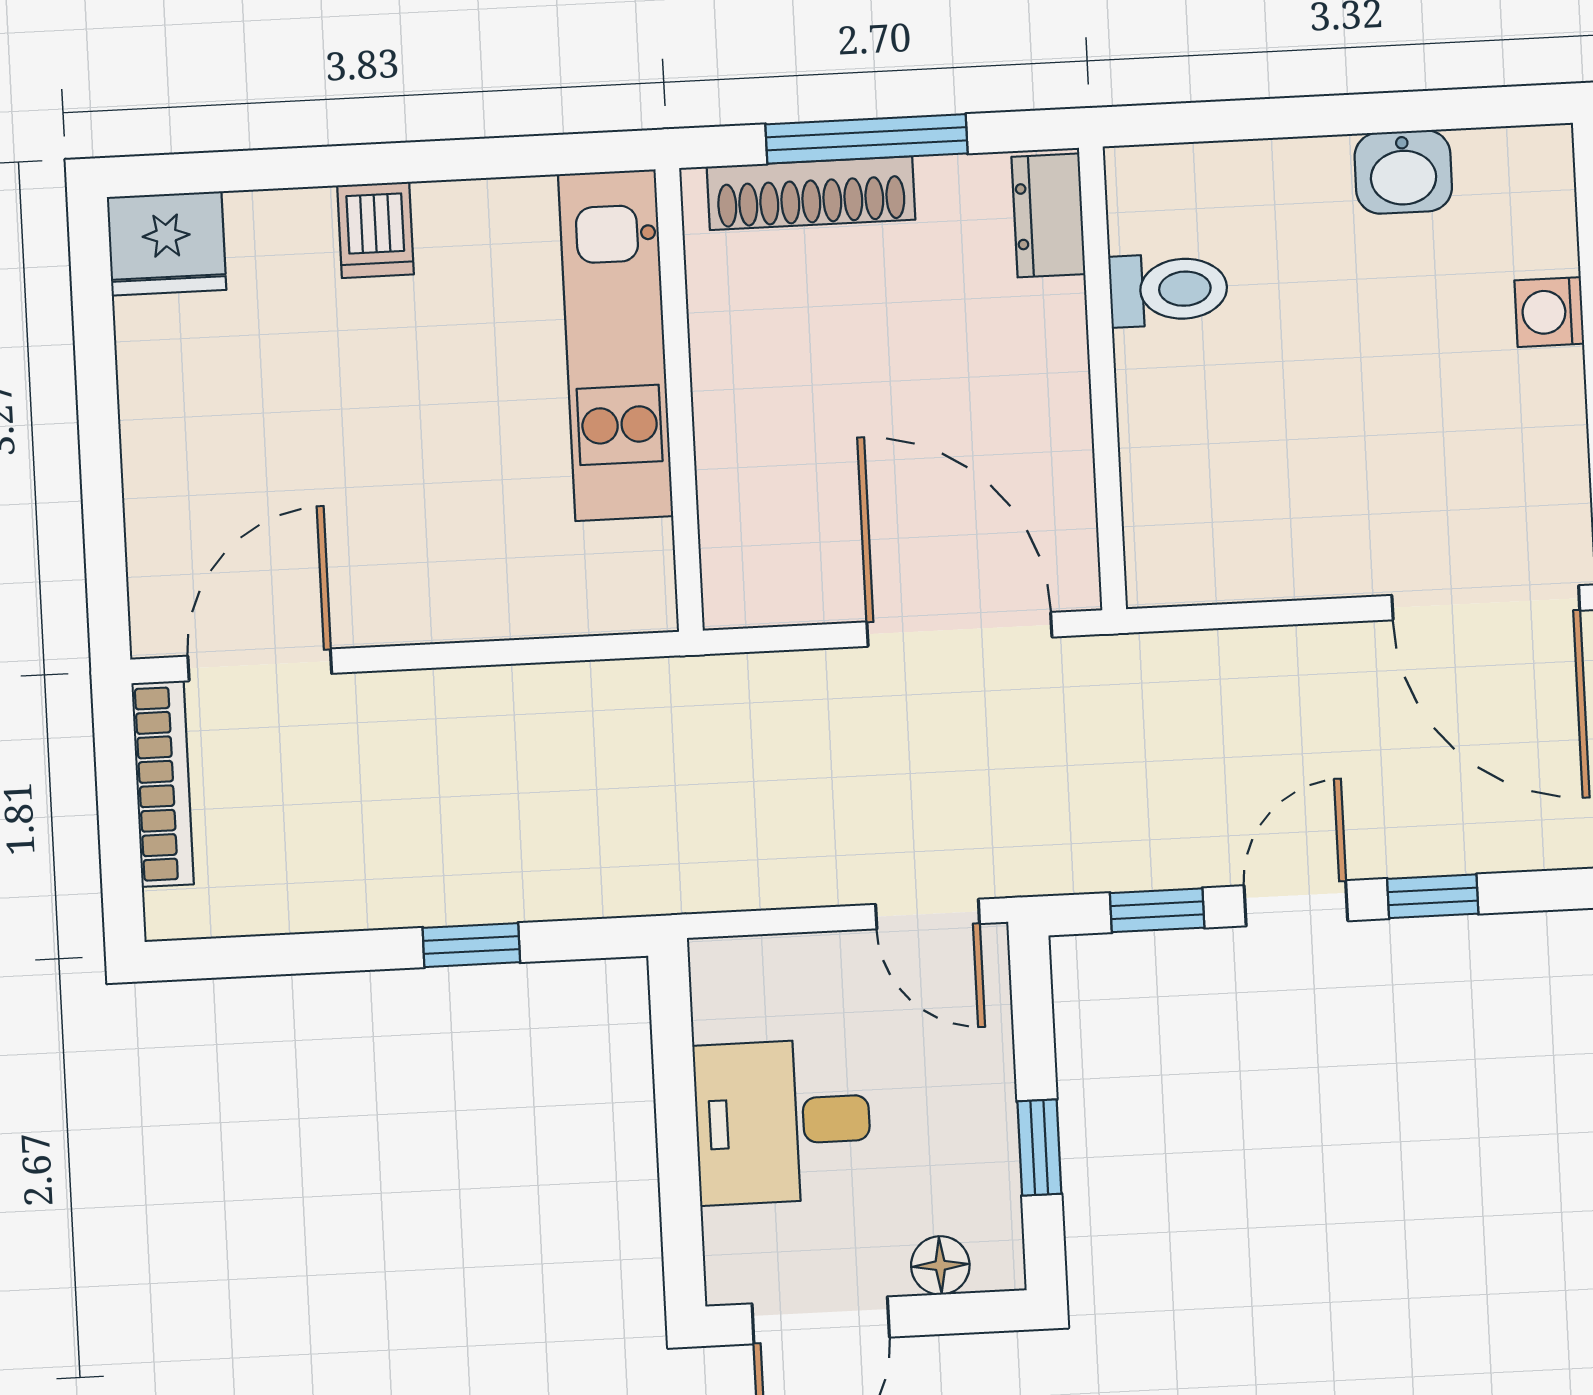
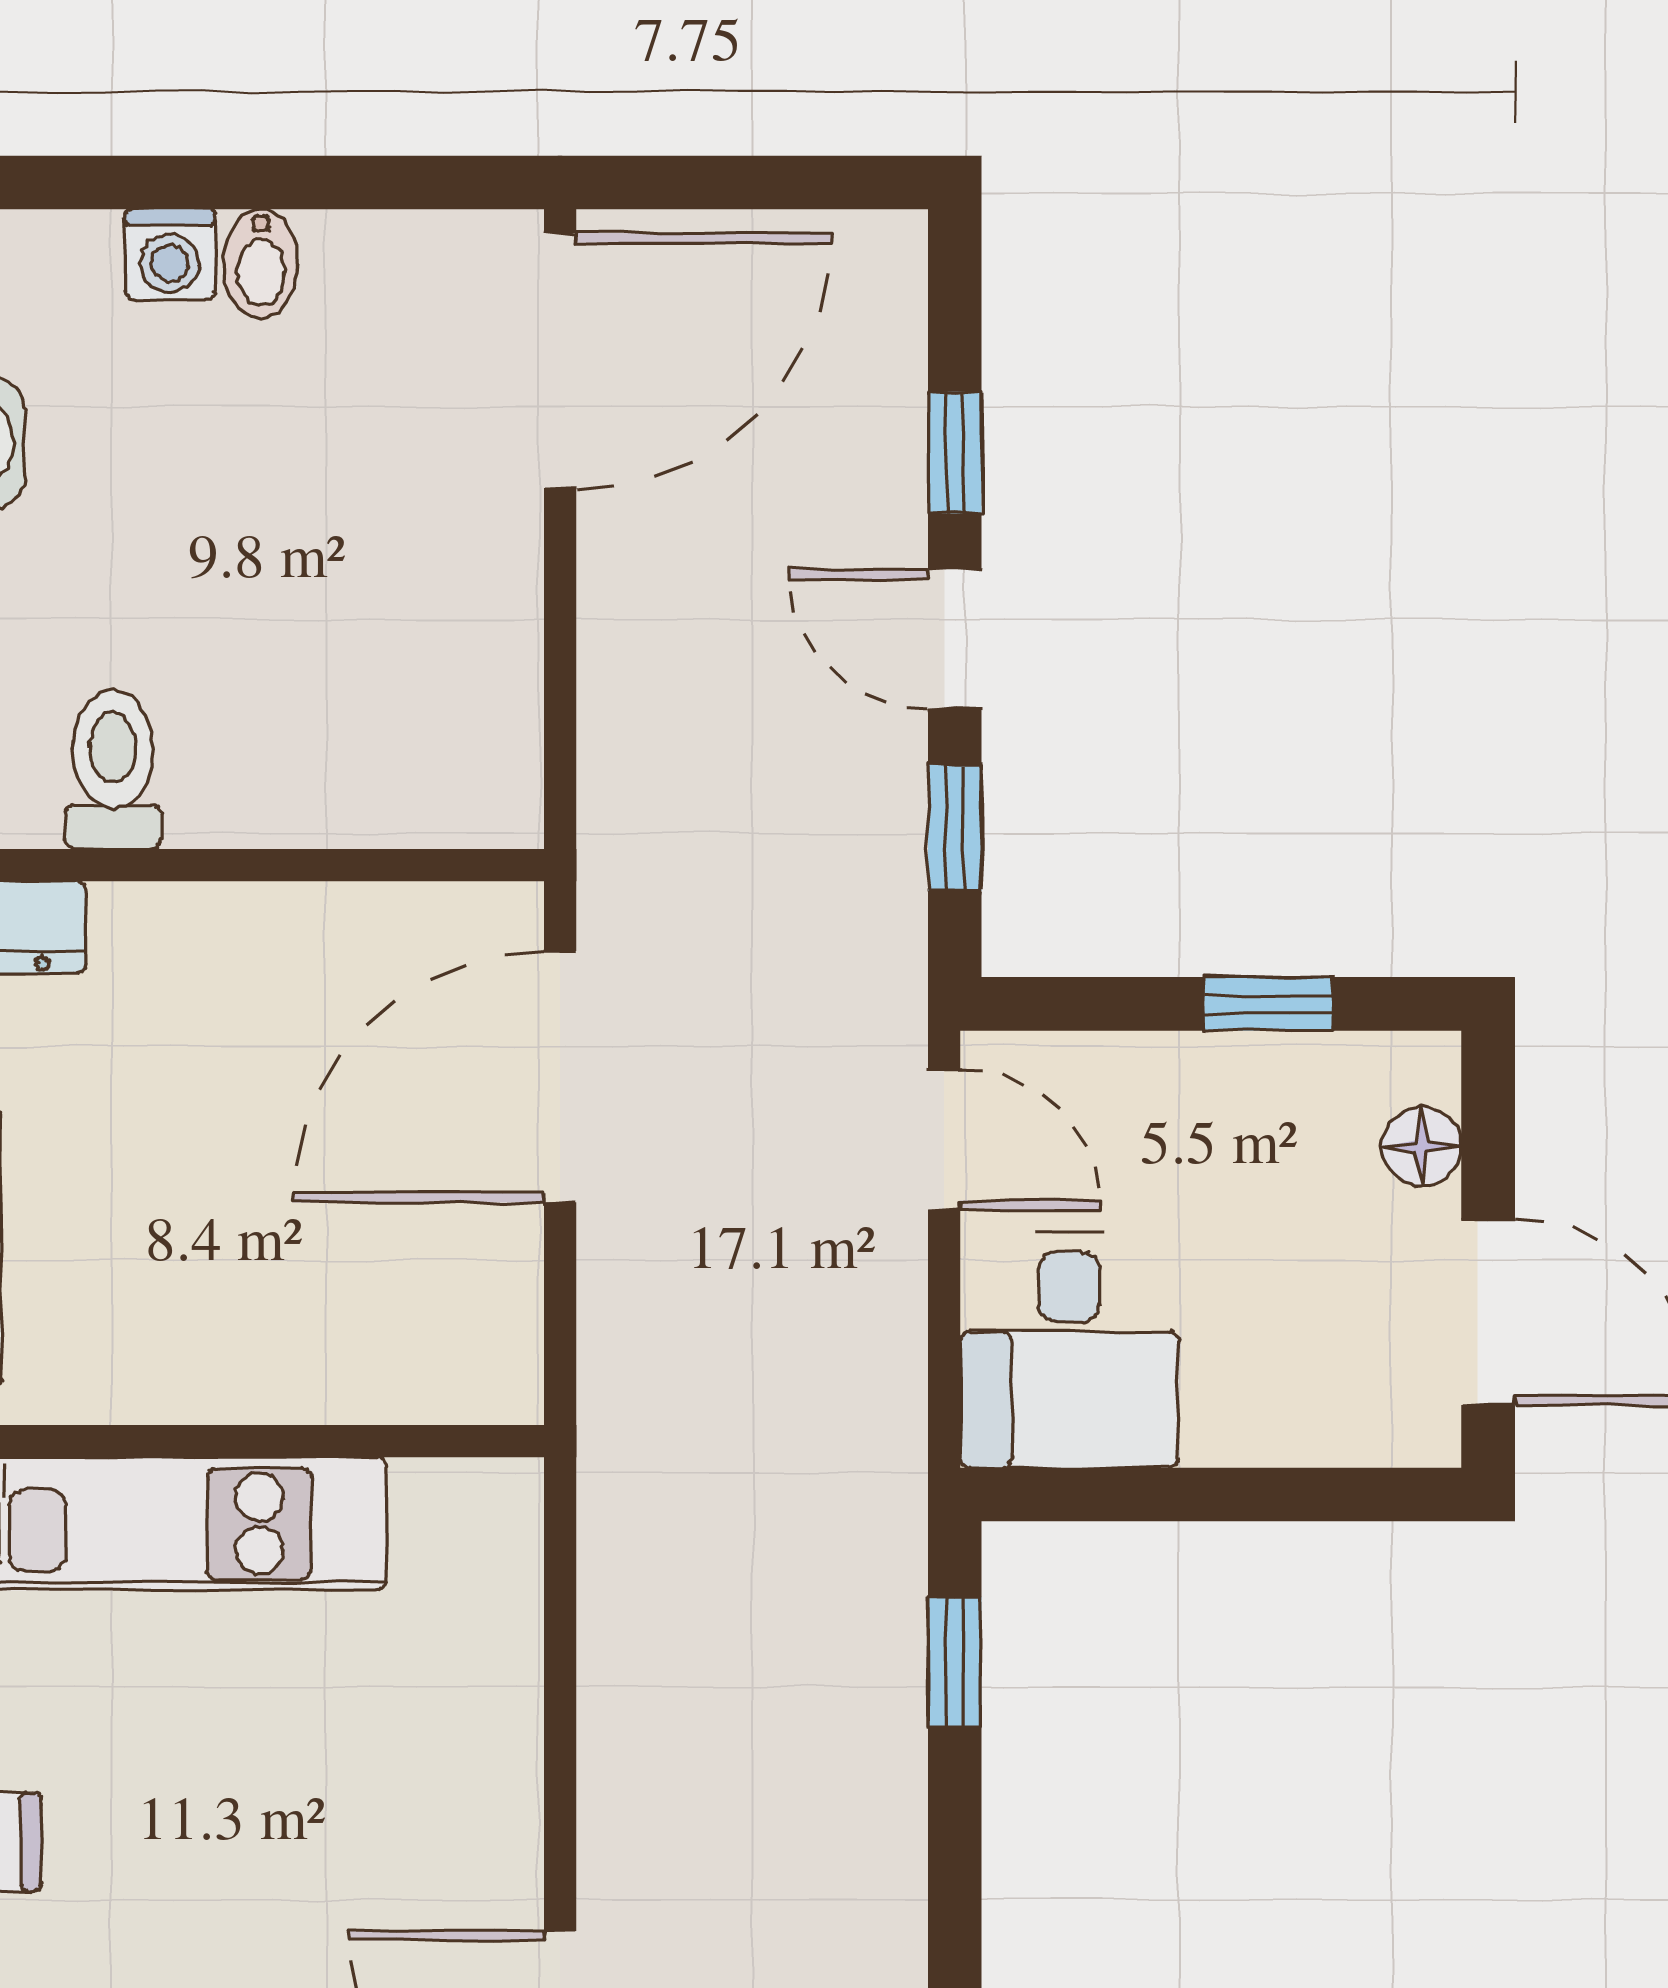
bidet: (1546, 379) -> (261, 264), added
door: (928, 914) -> (944, 1139), hinge flipped
window: (471, 945) -> (955, 1662), moved
desk: (783, 1122) -> (1069, 1350), moved

